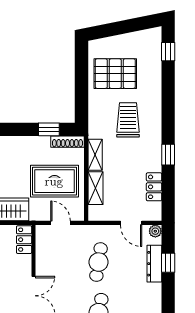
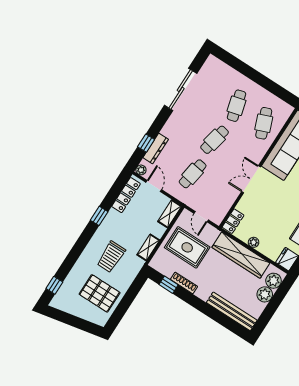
shoe rack: (68, 142) -> (184, 283), moved
locker: (154, 187) -> (126, 195), width x1.53
shelving: (96, 188) -> (170, 214), moved

